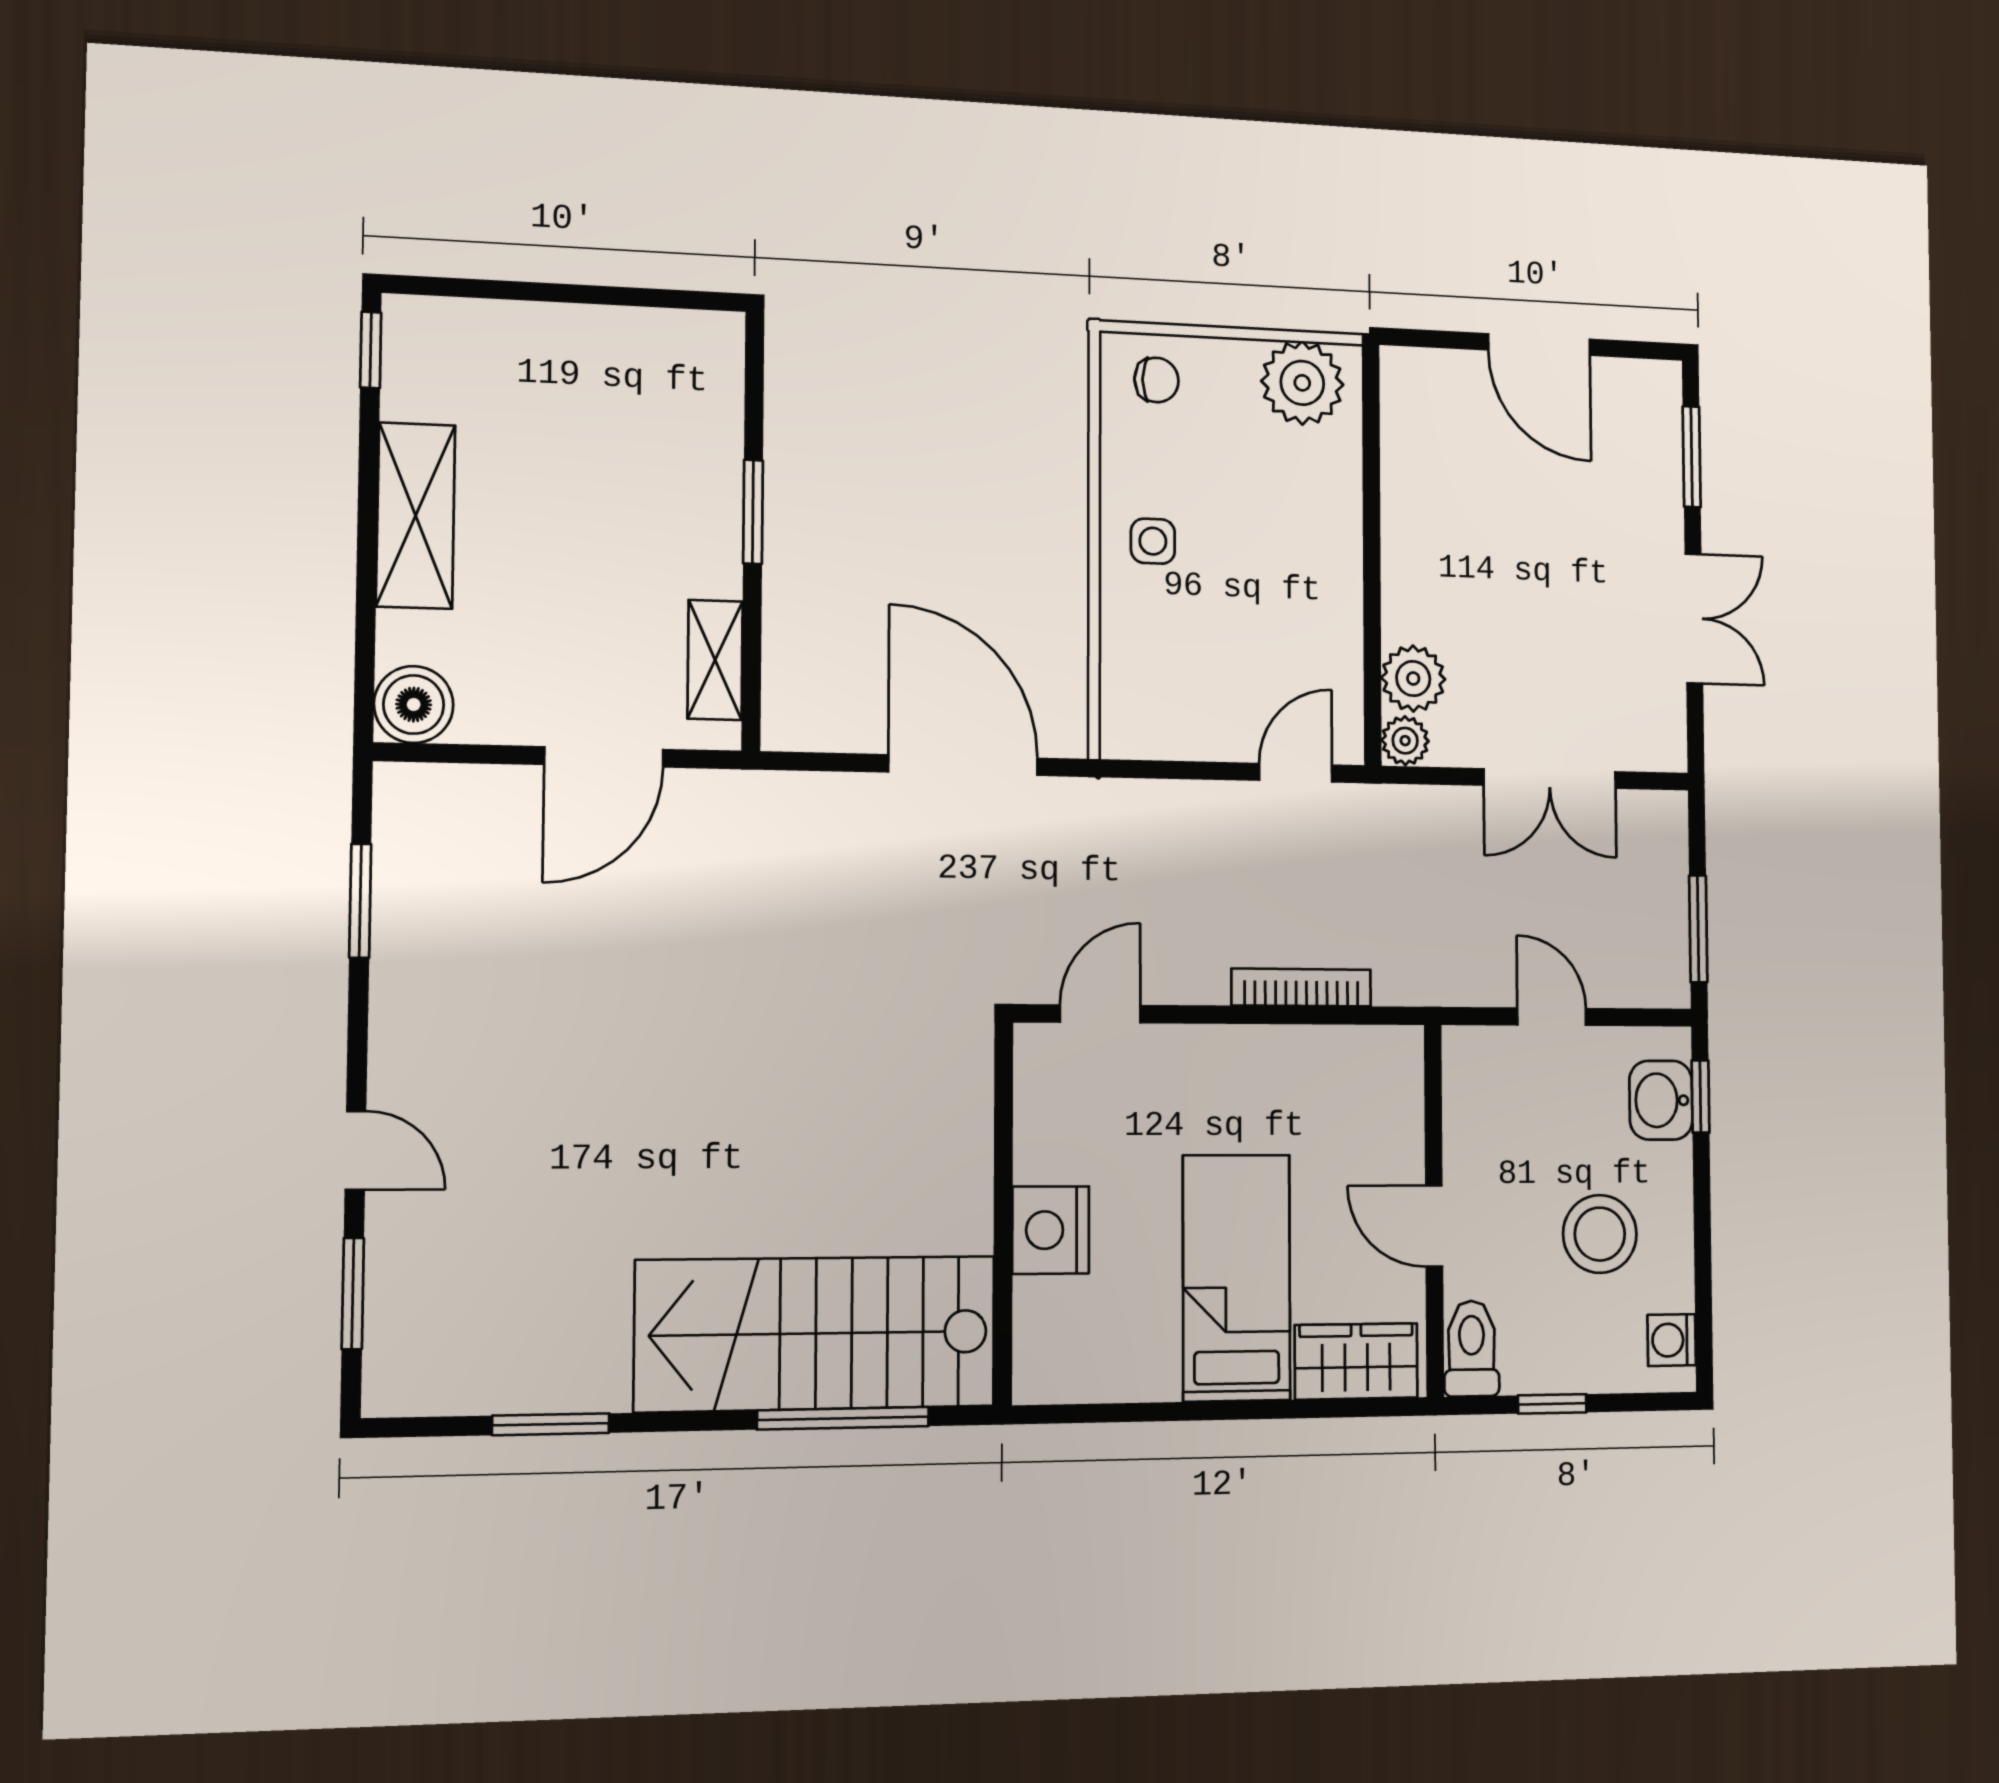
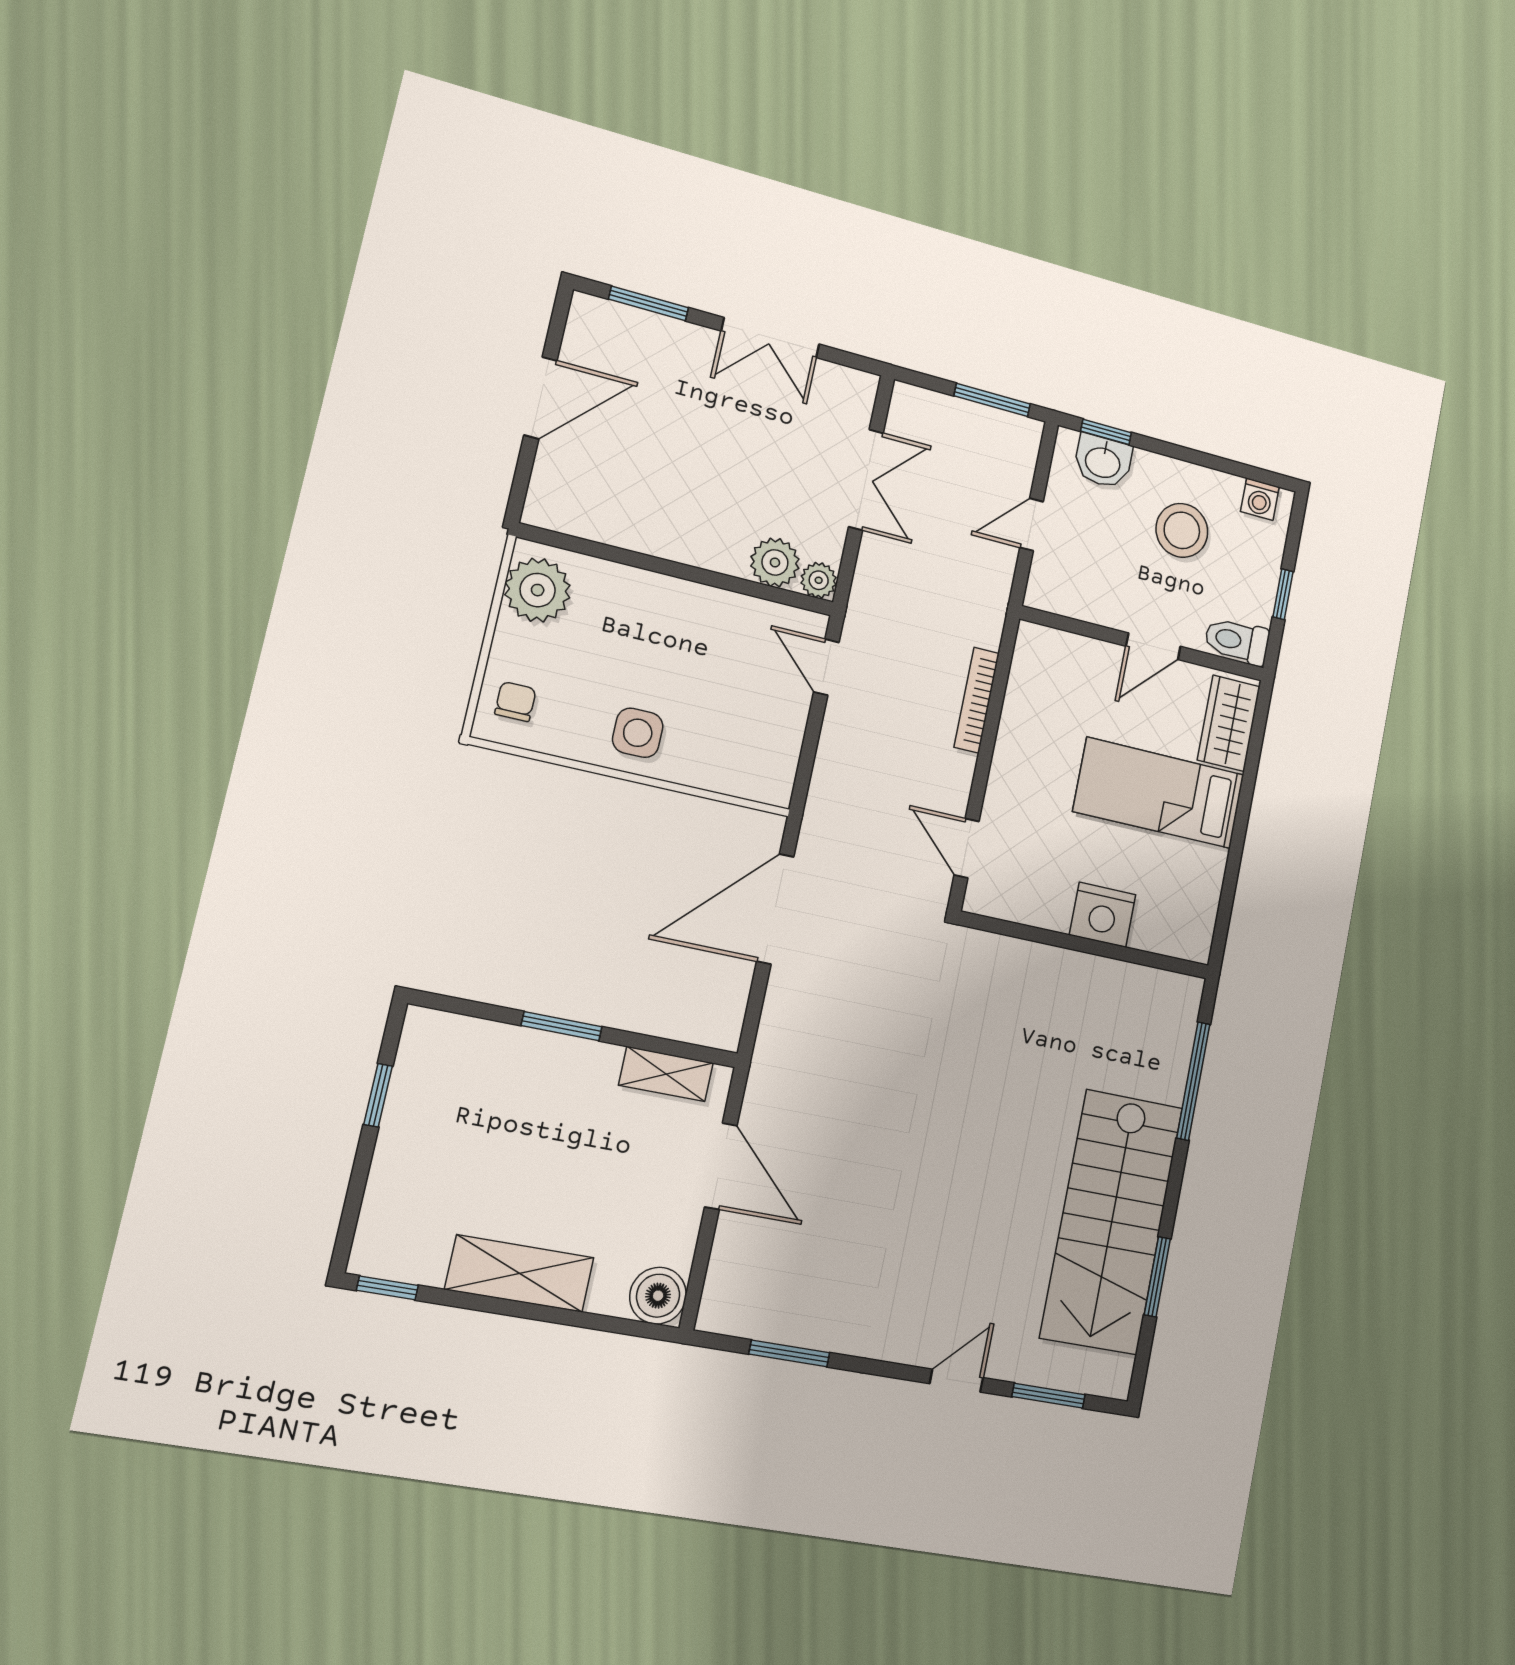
window: (620, 296) -> (378, 1095), added
side table: (1153, 541) -> (638, 733), width x1.37, depth x1.37
double door: (1694, 619) -> (770, 338), swing flipped
stairs: (816, 1333) -> (1112, 1222), moved

